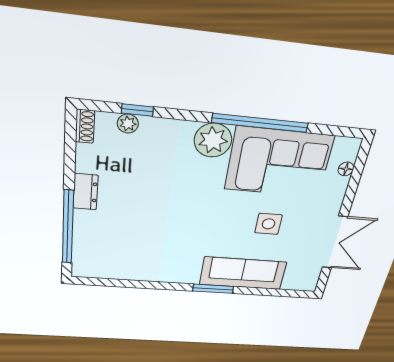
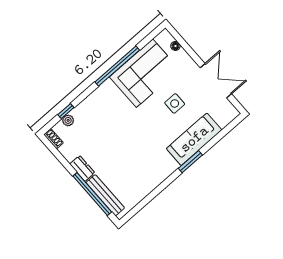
plant: (213, 140) -> (107, 92), removed
bench: (83, 241) -> (105, 195), added

